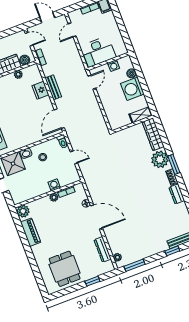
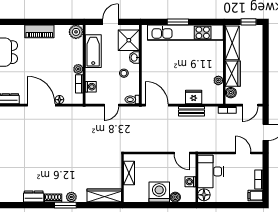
floor lamp: (120, 50) -> (204, 195), added
shelving: (141, 115) -> (129, 173), moved
plant: (160, 159) -> (71, 197), width x0.53, depth x0.53
washing machine: (54, 185) -> (91, 87), moved
bathtub: (34, 190) -> (93, 51), added
door: (97, 217) -> (41, 105), swing flipped
piano: (31, 232) -> (39, 31), moved

